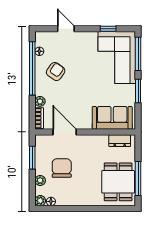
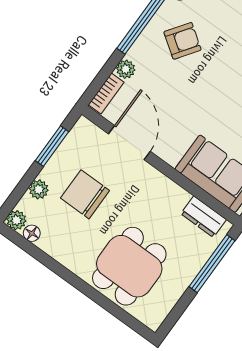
chair: (62, 168) -> (85, 194), turned -90
window: (138, 179) -> (212, 264), moved
dining table: (118, 182) -> (129, 266), moved

